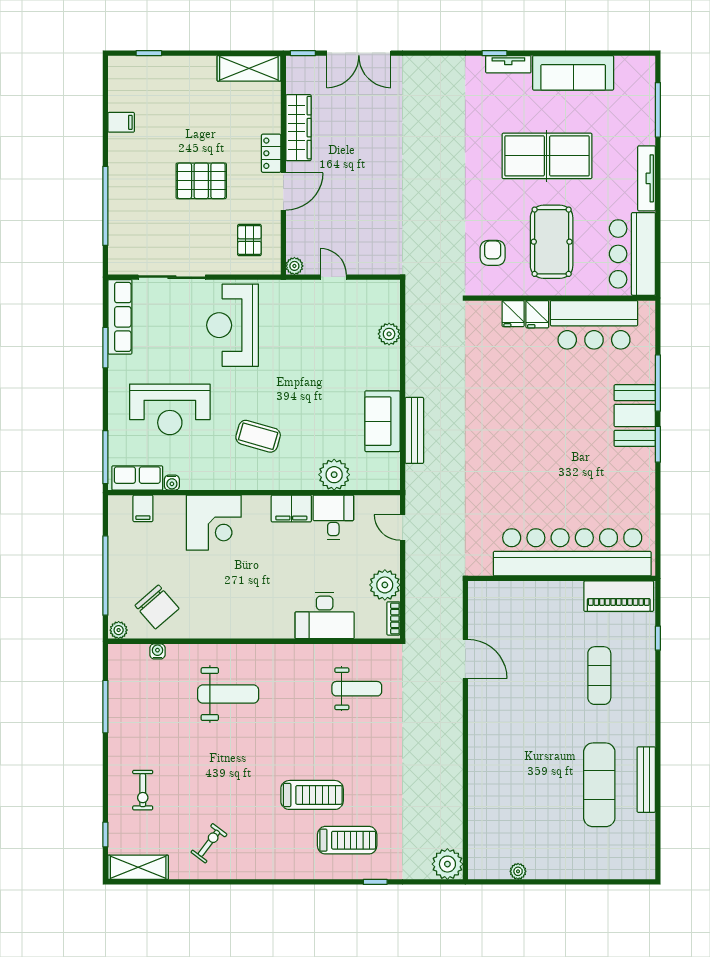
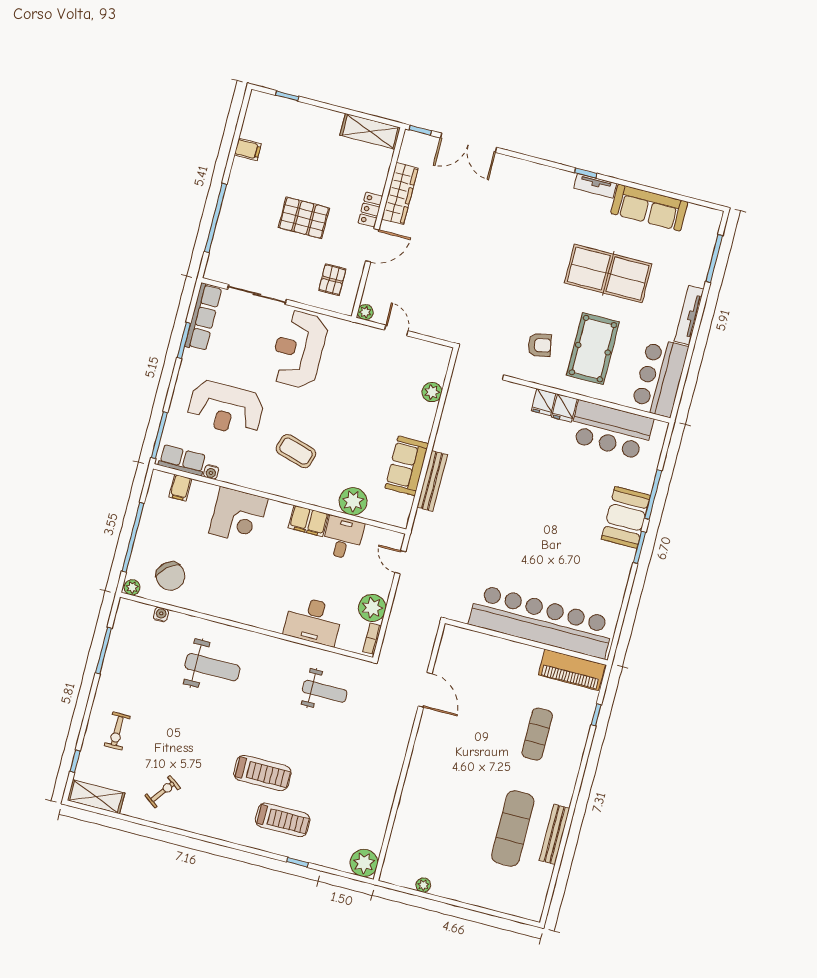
armchair: (493, 253) -> (540, 345), turned 79

